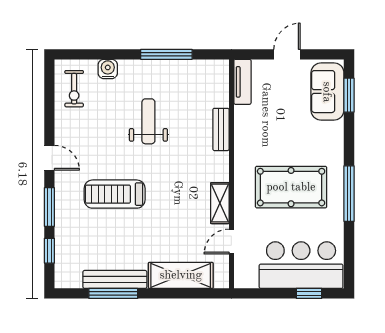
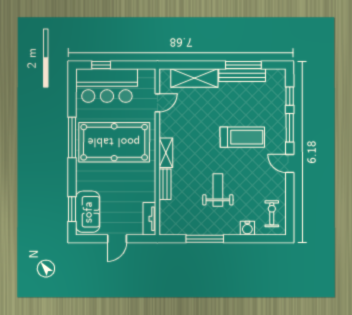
weight bench: (148, 121) -> (218, 190), turned 180
pool table: (291, 187) -> (114, 142), width x1.36, depth x1.32
shelving: (220, 203) -> (166, 153), moved

